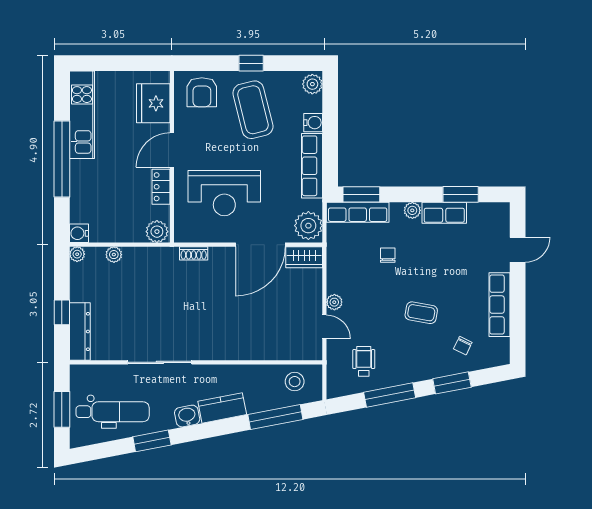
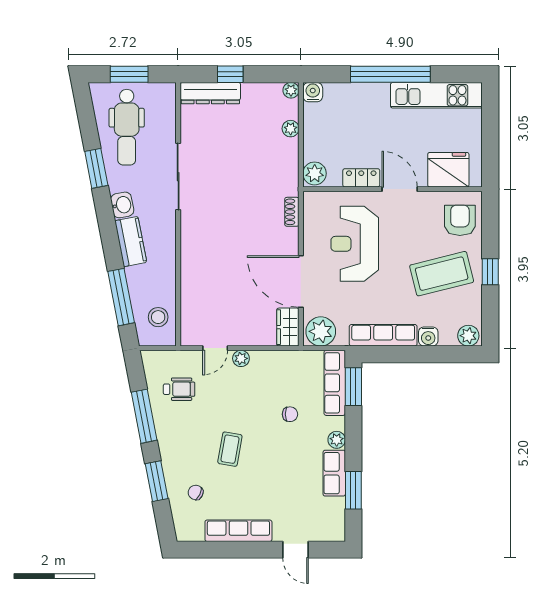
armchair: (202, 92) -> (460, 220), turned 90

